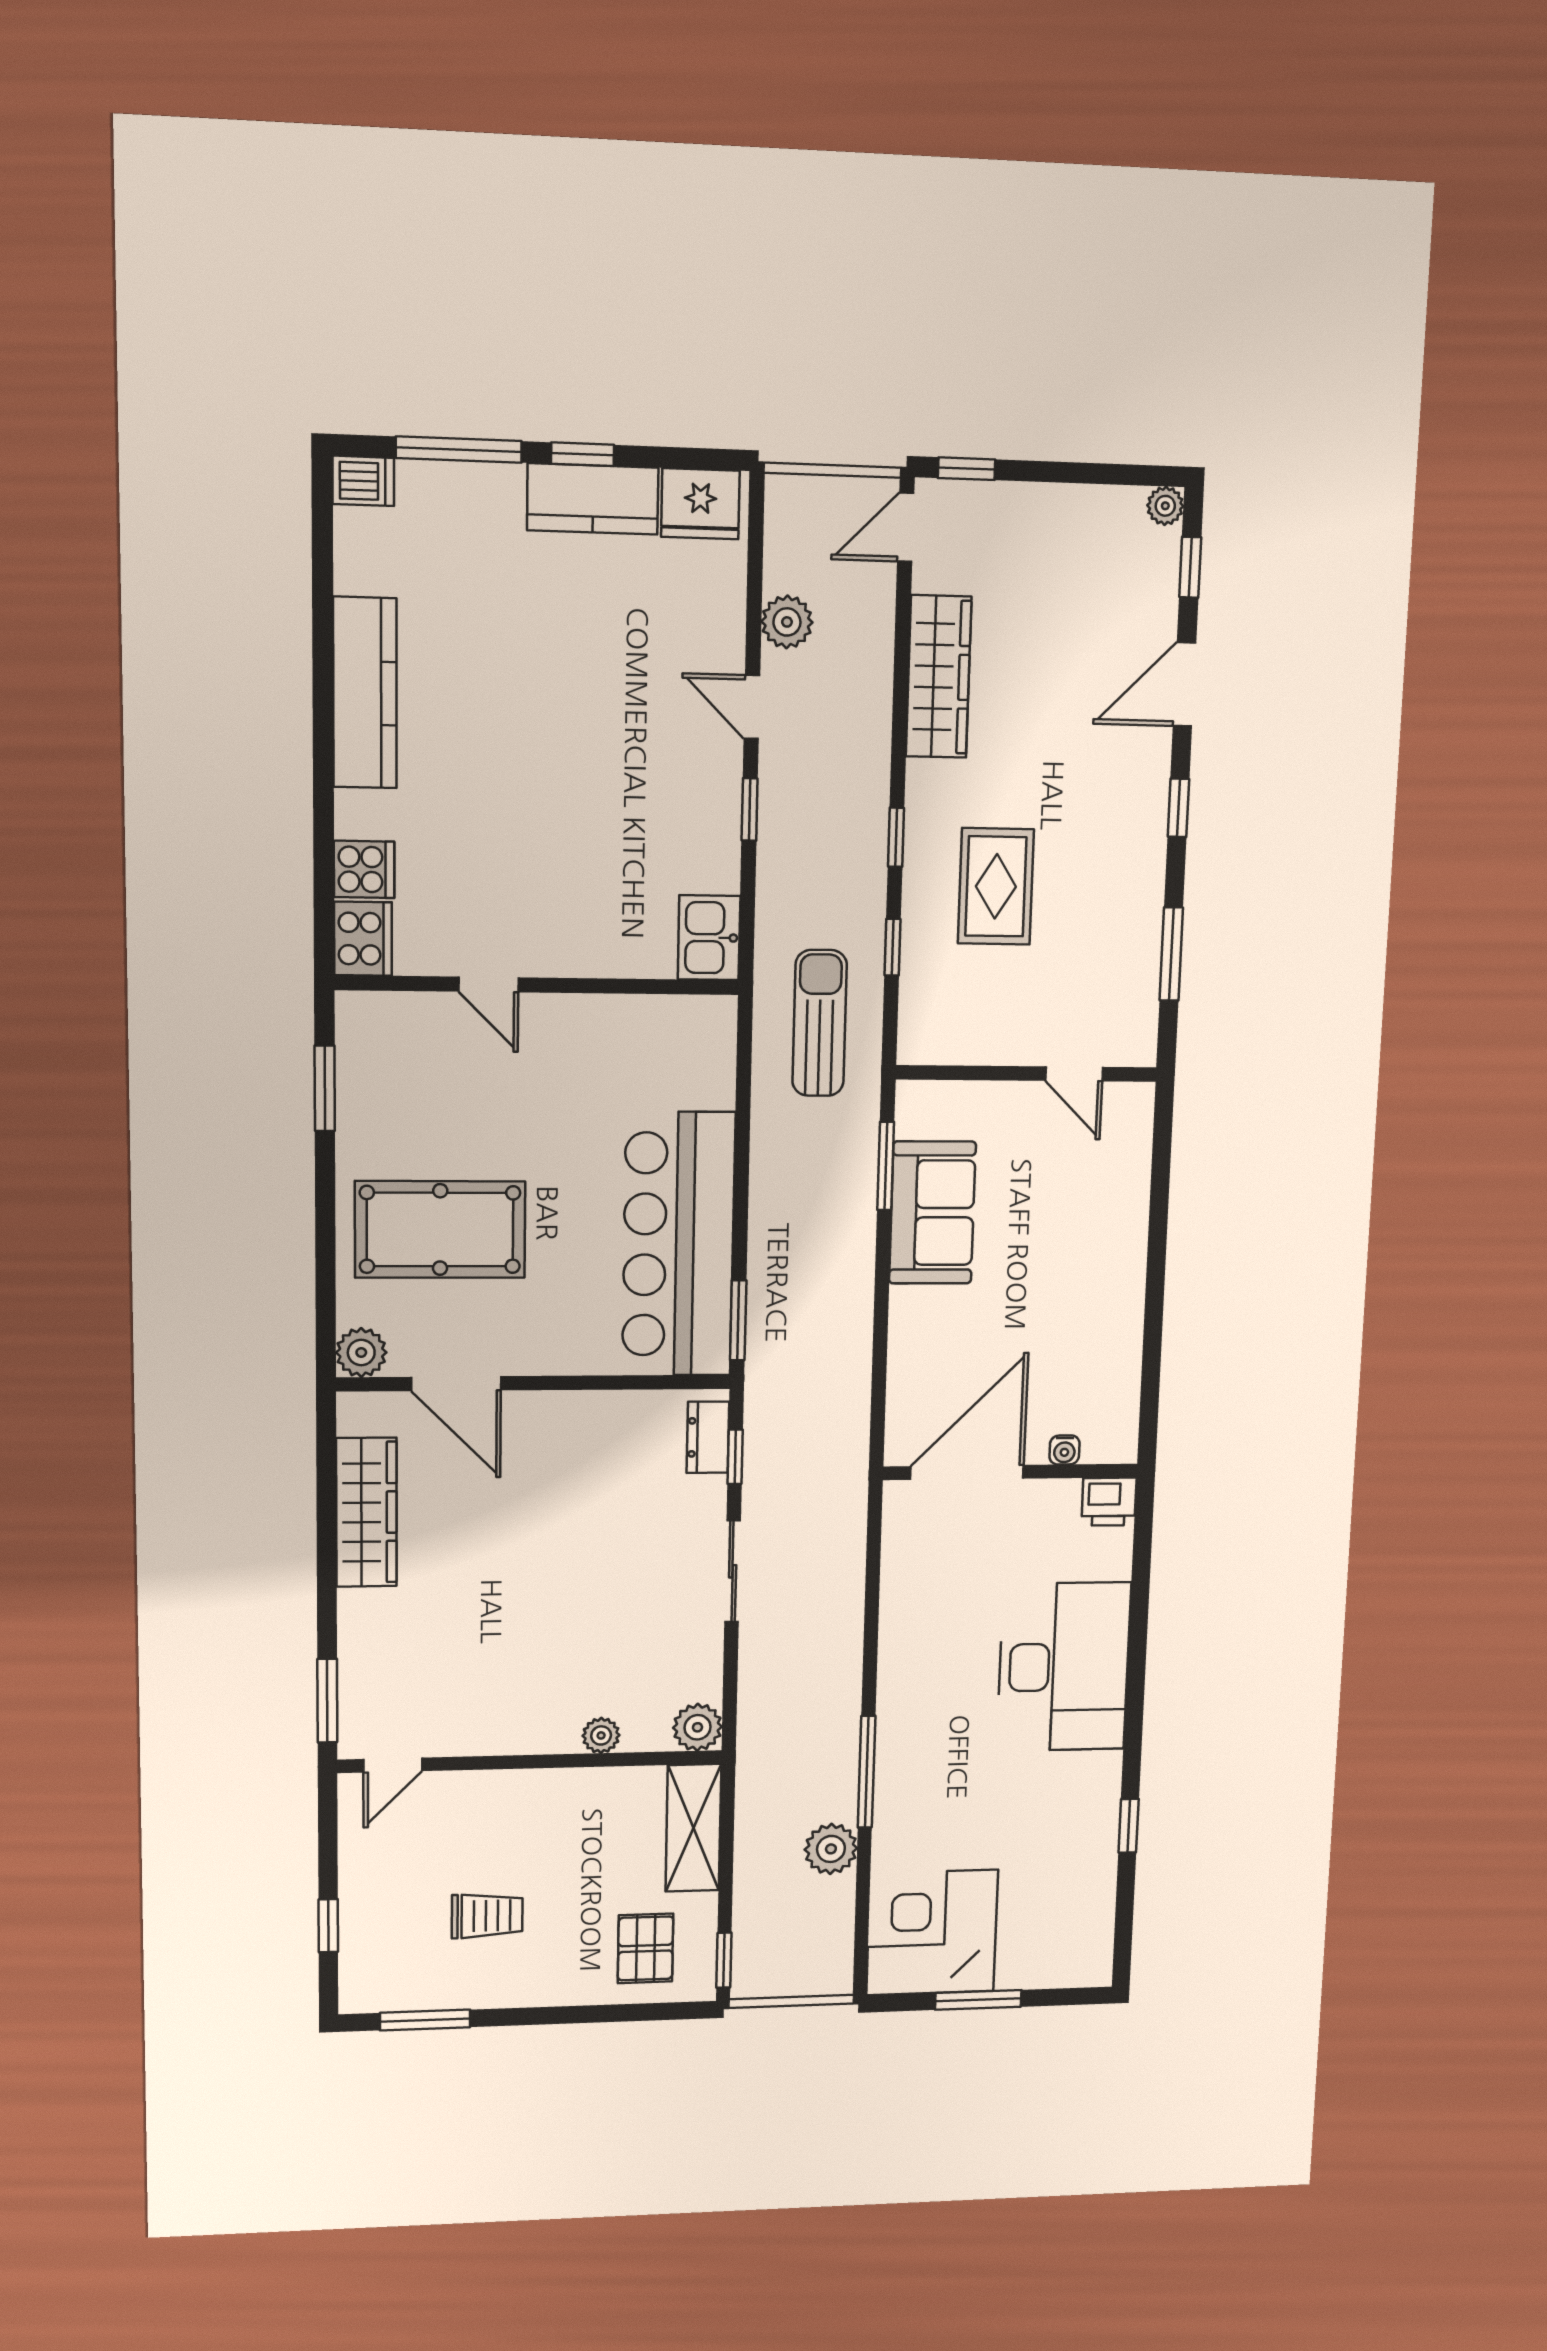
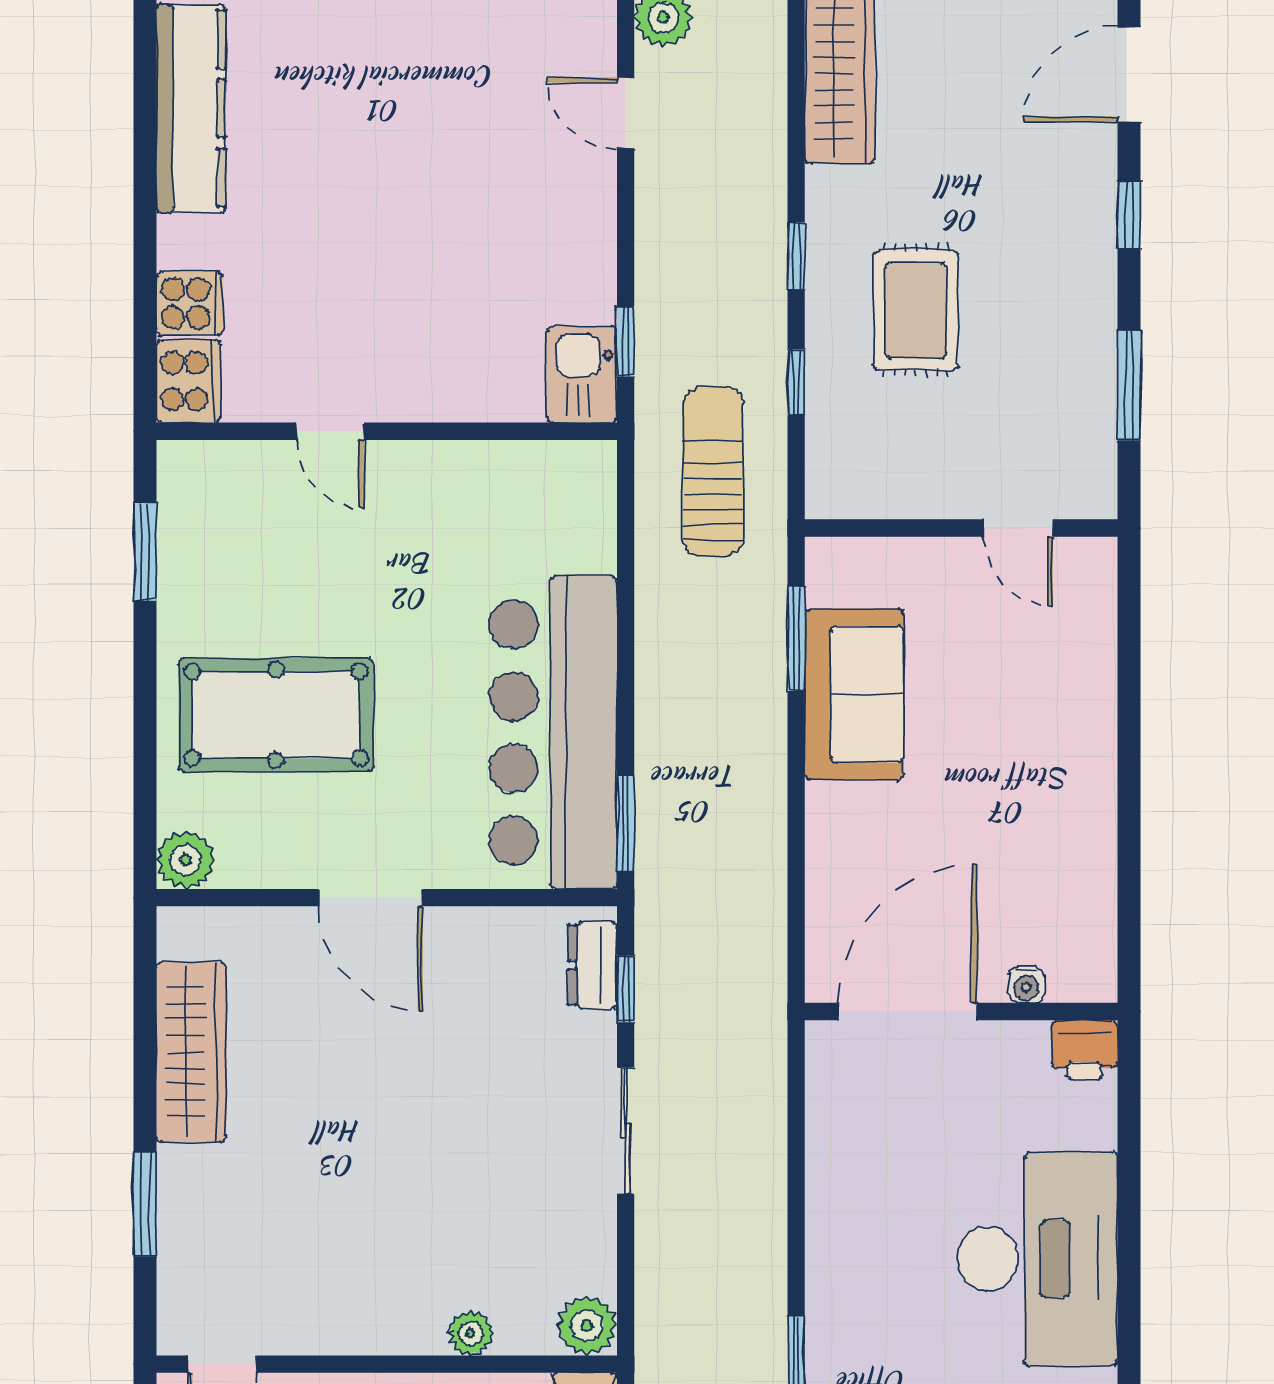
window: (750, 809) -> (626, 341), moved
door: (456, 1384) -> (371, 898), moved
window: (327, 1701) -> (145, 1204), moved

